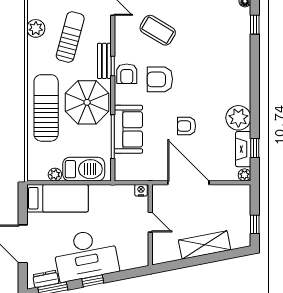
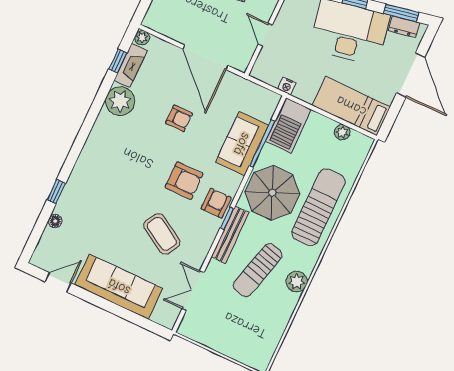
plant: (36, 28) -> (297, 282), moved
bench: (104, 61) -> (230, 235), width x1.36
sun lounger: (46, 108) -> (318, 207), turned 180
barbecue: (84, 169) -> (288, 125), moved, turned -90
nightstand: (141, 190) -> (287, 86), moved

